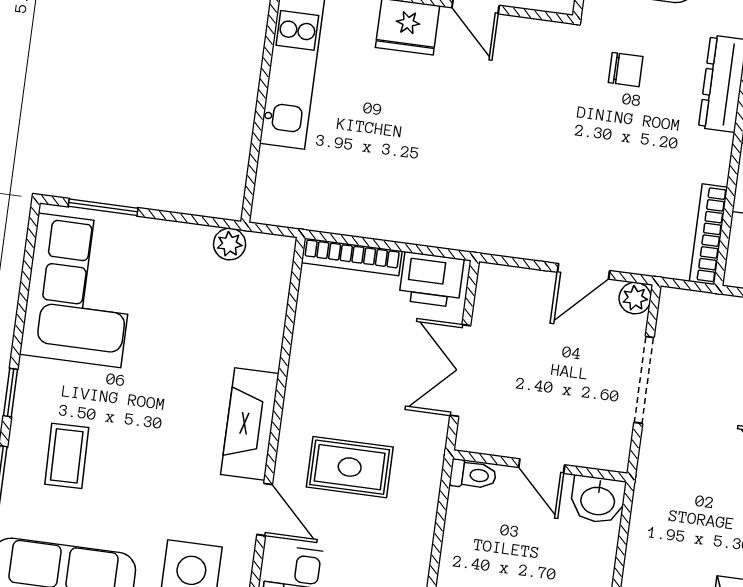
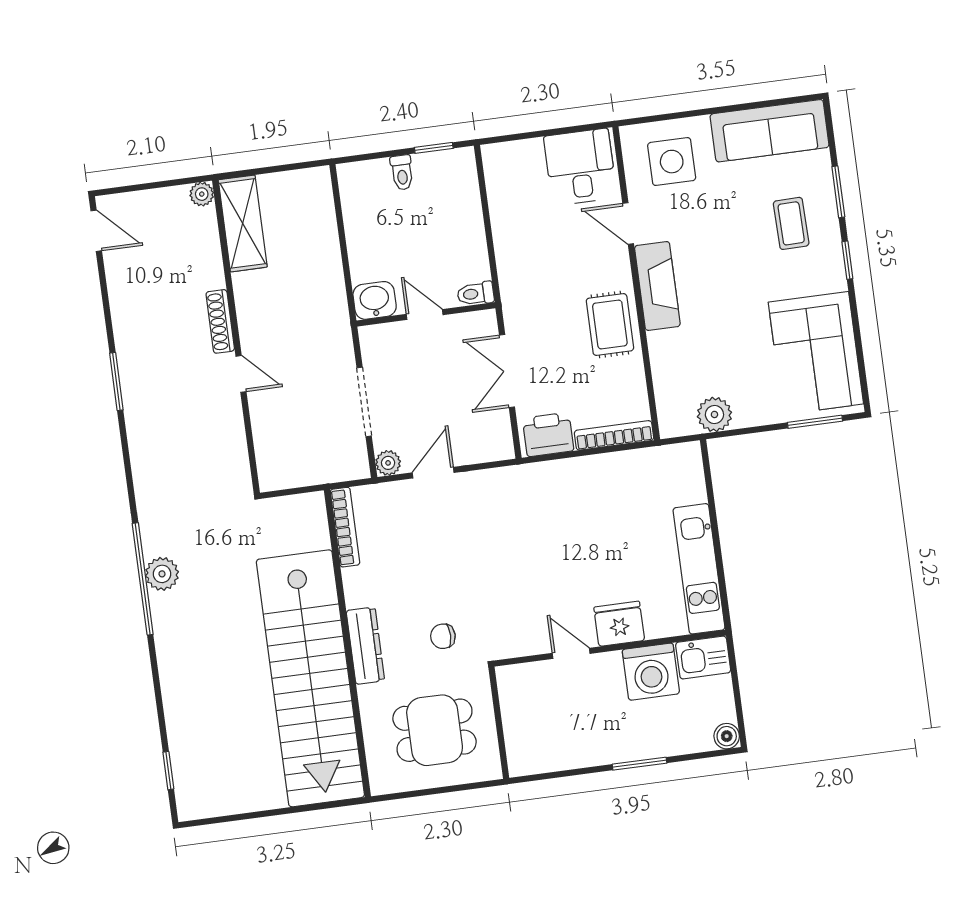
plant: (230, 244) -> (714, 414), width x1.38, depth x1.38
double door: (460, 370) -> (507, 371), swing flipped
rug: (350, 467) -> (610, 325), moved, turned 90

